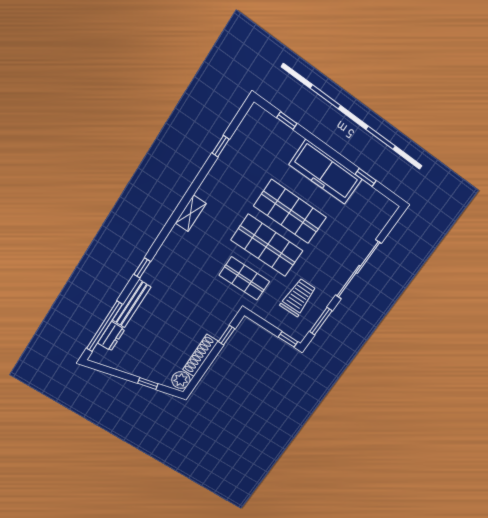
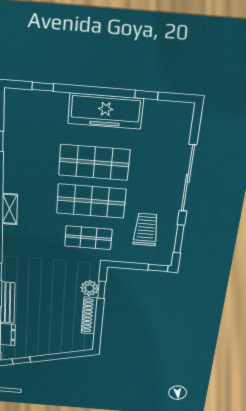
plant: (181, 380) -> (90, 288), moved
window: (148, 384) -> (21, 360), moved

